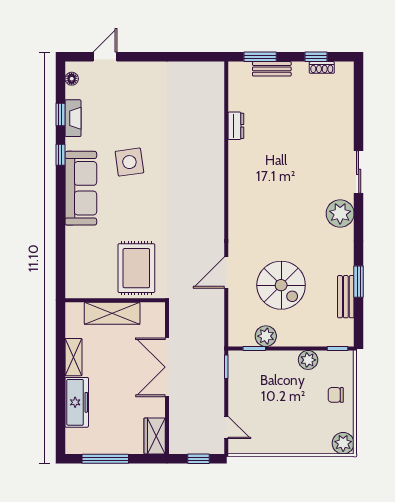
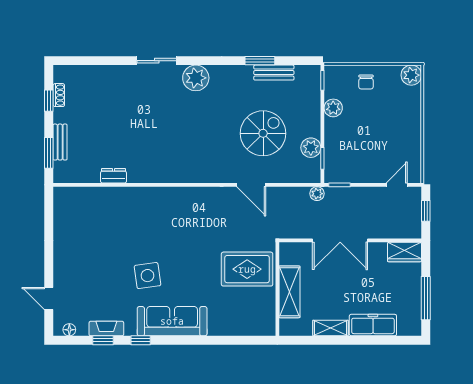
plant: (217, 343) -> (317, 194), added

